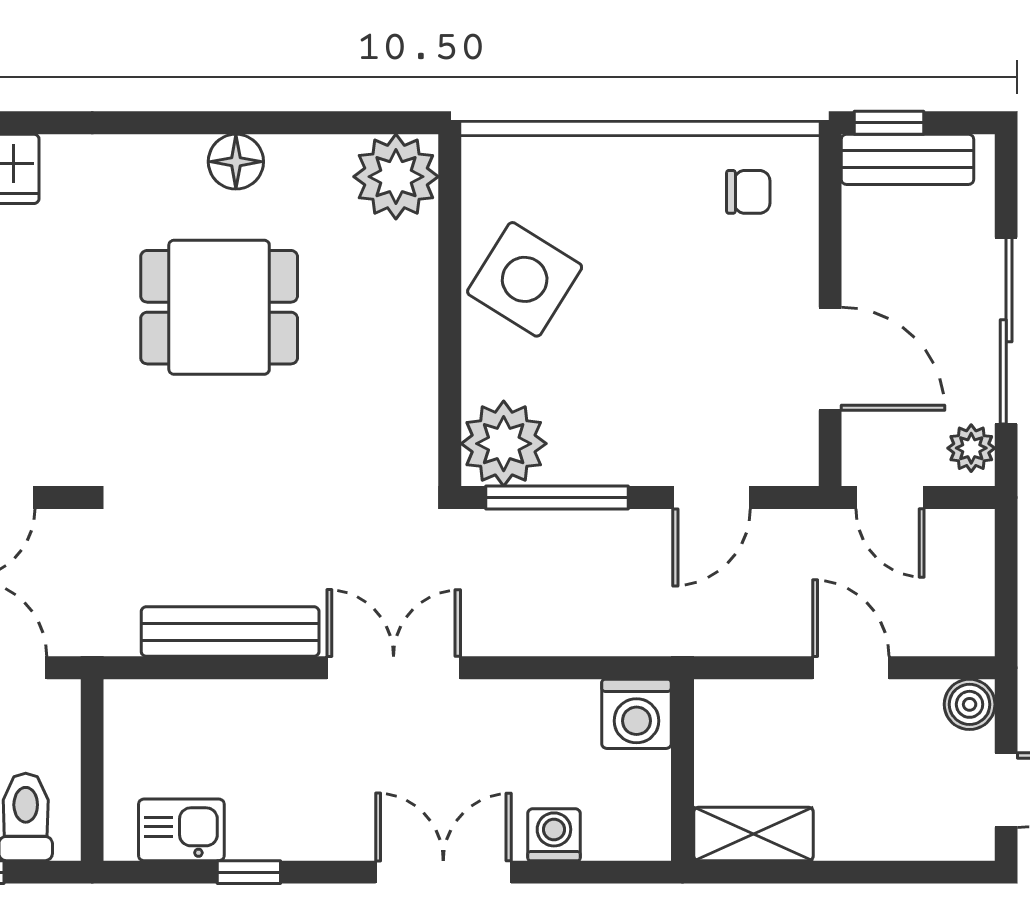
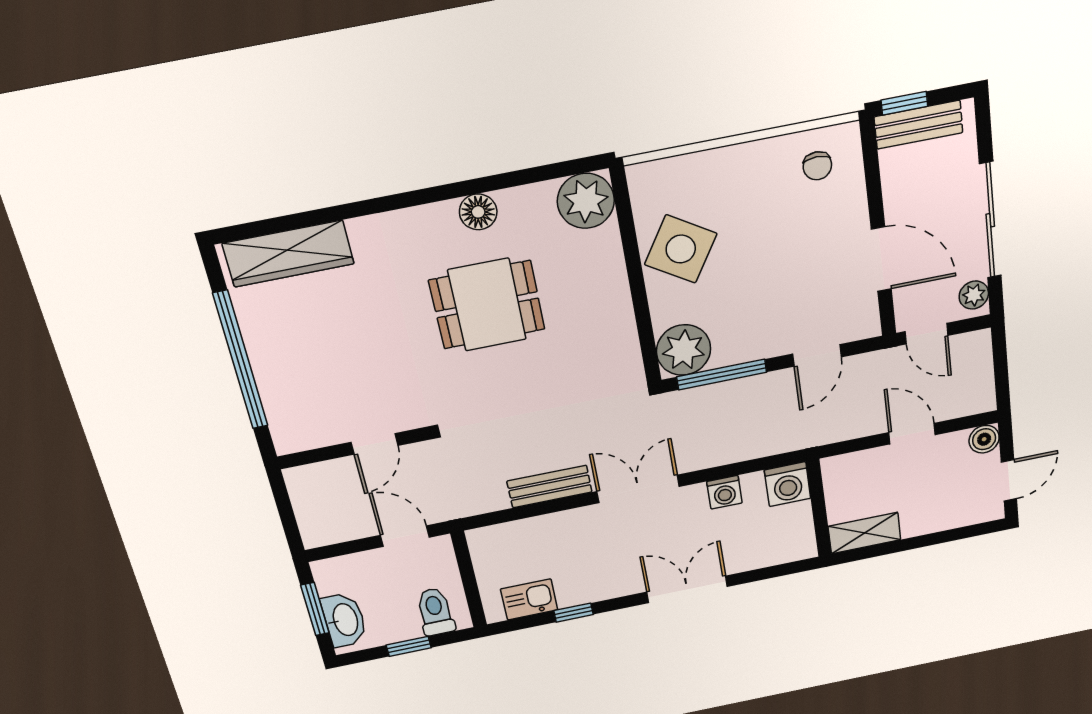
chair: (748, 192) -> (817, 166), turned 90
bench: (230, 632) -> (550, 487), width x0.73
washing machine: (554, 835) -> (724, 492), moved, turned 180

